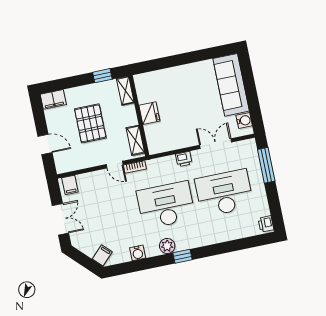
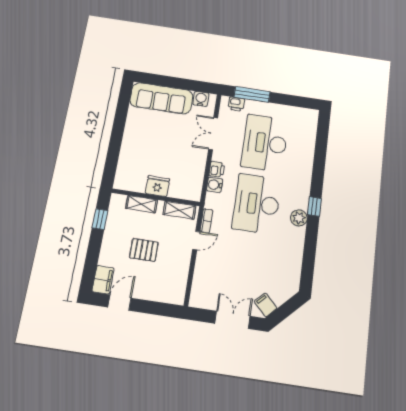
shelving: (125, 91) -> (141, 204), moved
pallet: (90, 123) -> (144, 250), width x0.67, depth x0.71
door: (45, 144) -> (119, 303), moved
filing cabinet: (70, 185) -> (200, 296), removed
printer: (266, 224) -> (236, 104), moved
water cooler: (138, 253) -> (215, 185), moved, turned 180
filing cabinet: (102, 255) -> (266, 305), moved

